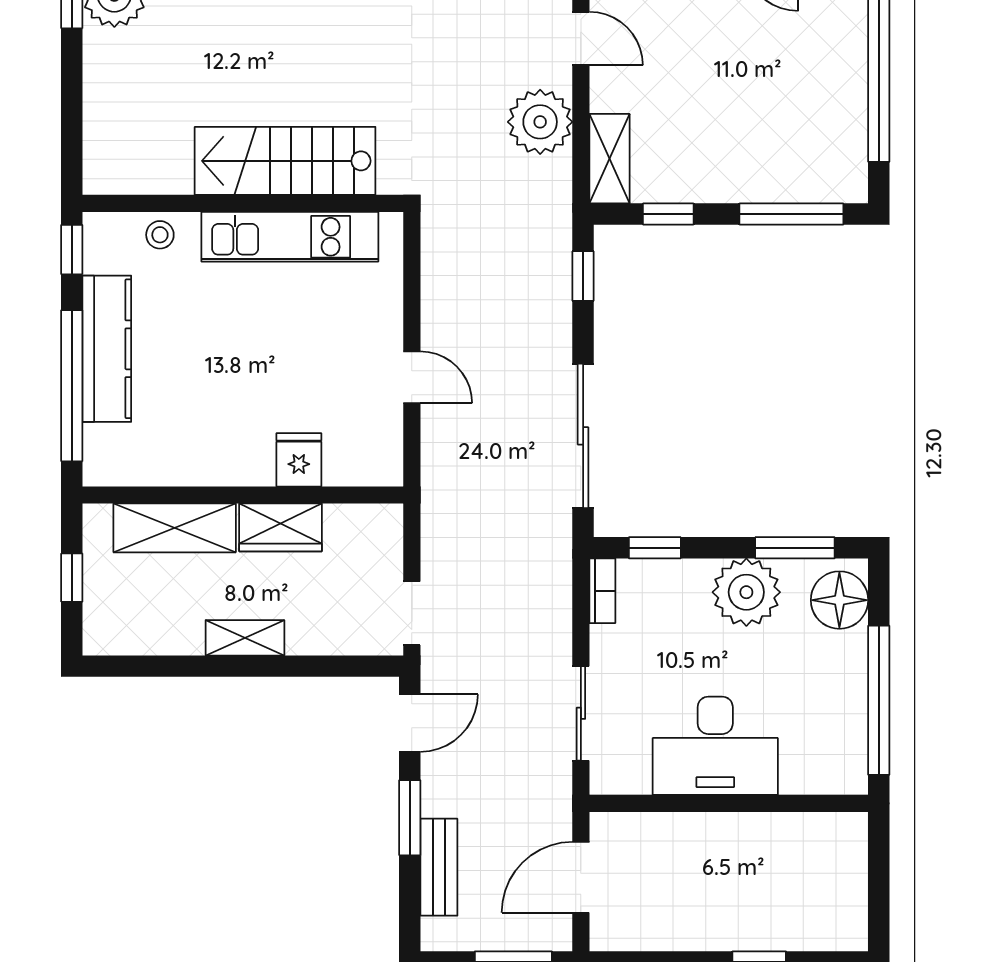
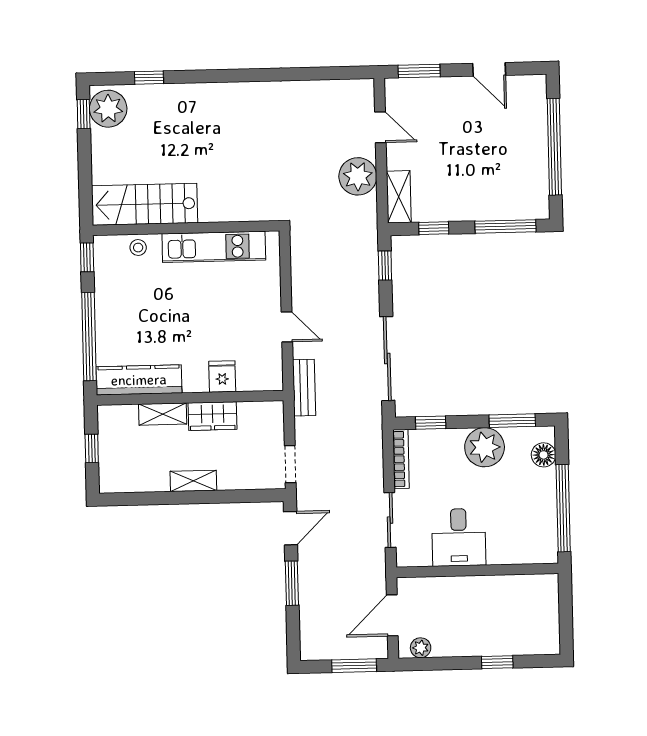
stairs: (285, 161) -> (145, 204), moved
kitchen counter: (107, 349) -> (139, 380), moved, turned -90
shelving: (175, 528) -> (163, 414), width x0.67, depth x0.75
bookcase: (602, 591) -> (401, 459), width x1.56
floor lamp: (839, 600) -> (544, 455), width x0.73, depth x0.73
desk: (715, 746) -> (459, 537), width x0.73
bench: (439, 867) -> (304, 388), moved
plant: (628, 934) -> (421, 648), added

